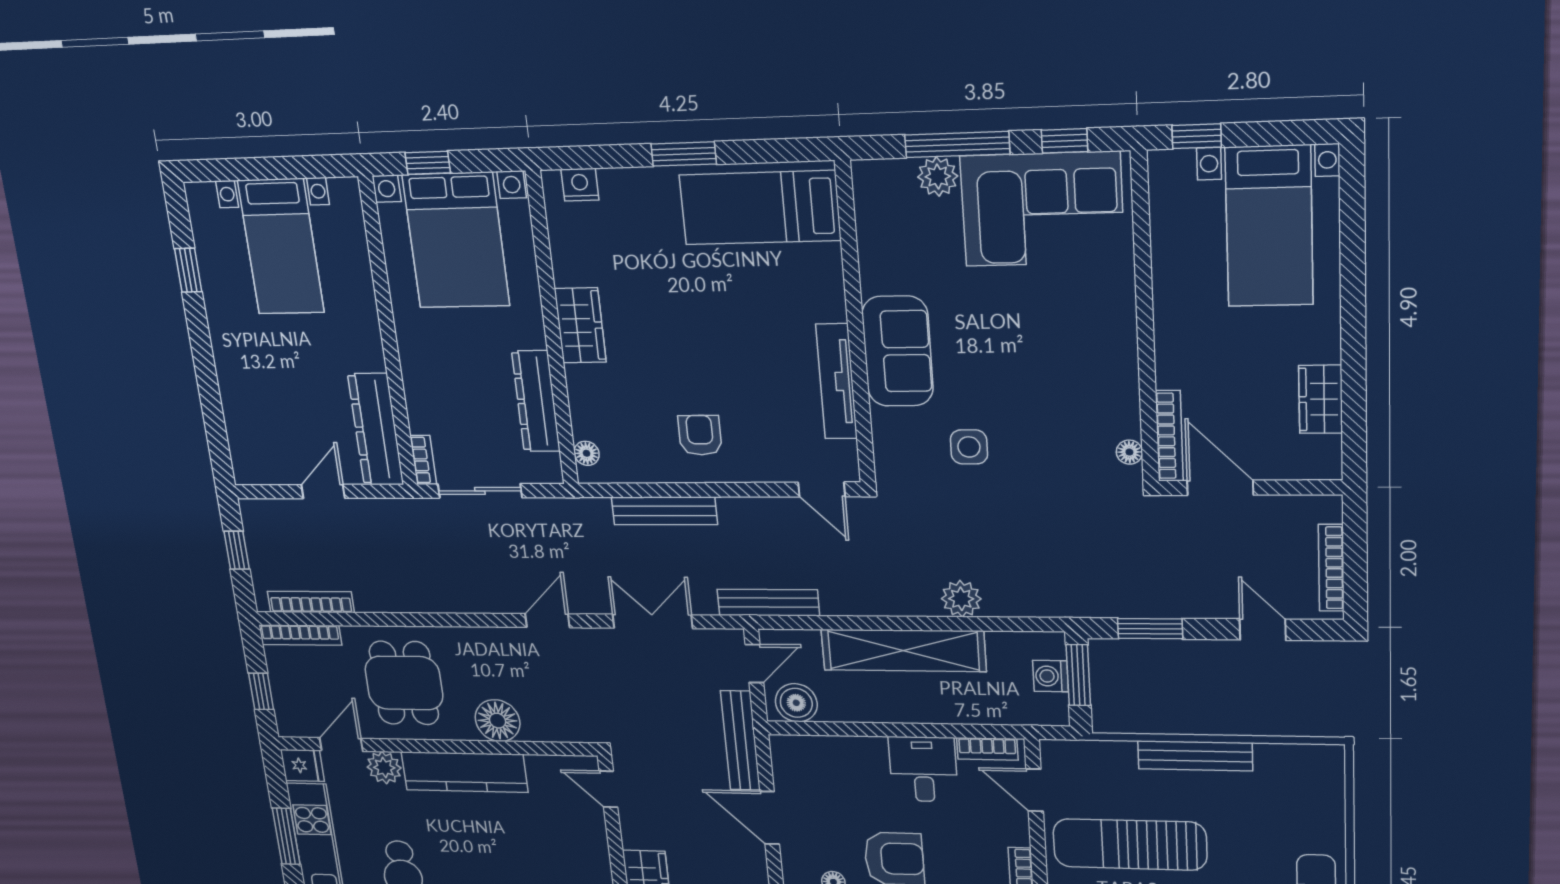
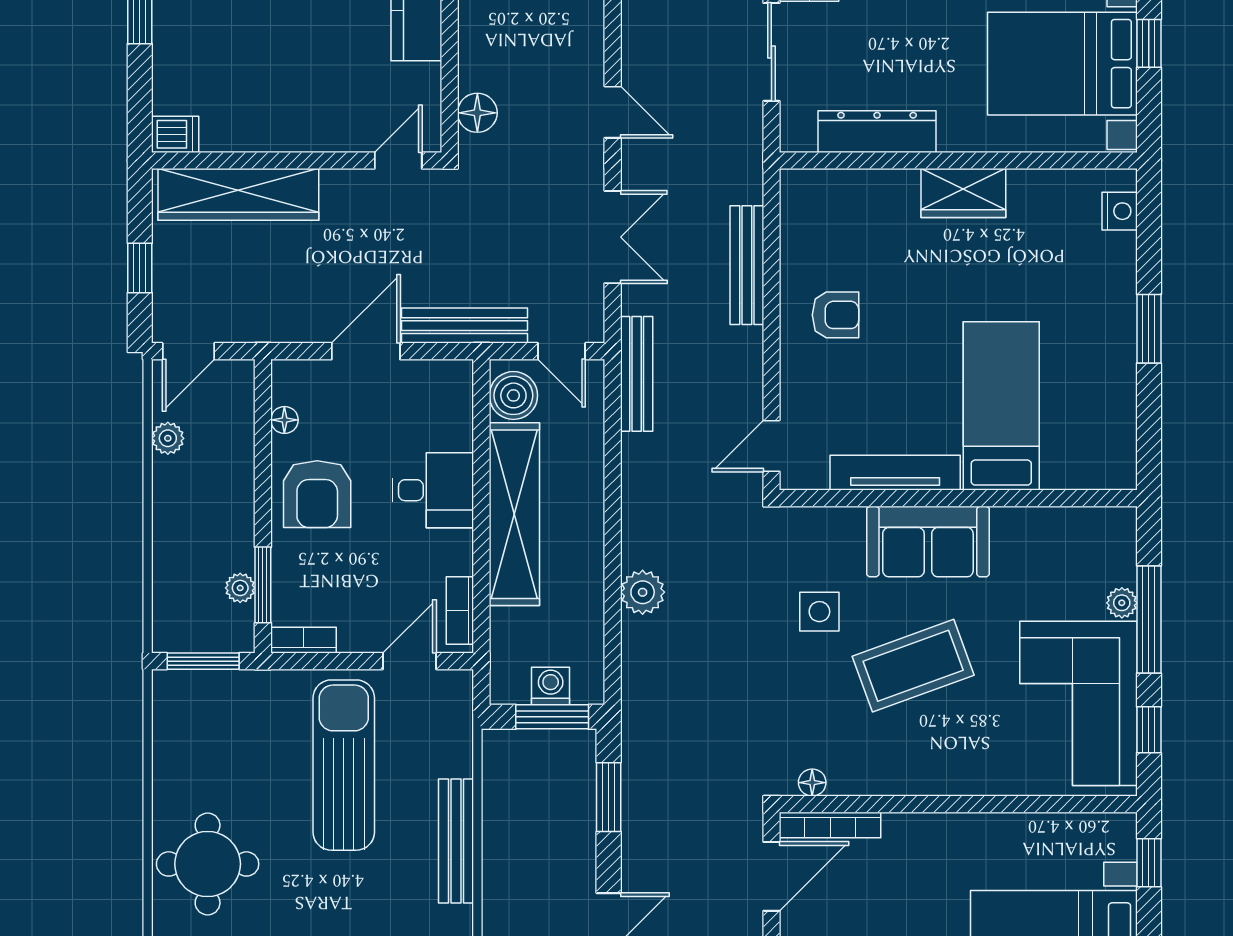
plant: (938, 177) -> (1122, 603), width x0.73, depth x0.73
bed: (760, 208) -> (1001, 406), moved
coffee table: (1014, 363) -> (913, 666), added
floor lamp: (587, 453) -> (815, 183), removed
shelving: (903, 650) -> (514, 514), moved
floor lamp: (498, 721) -> (477, 113), moved, width x0.73, depth x0.73
desk: (923, 769) -> (433, 490), moved

